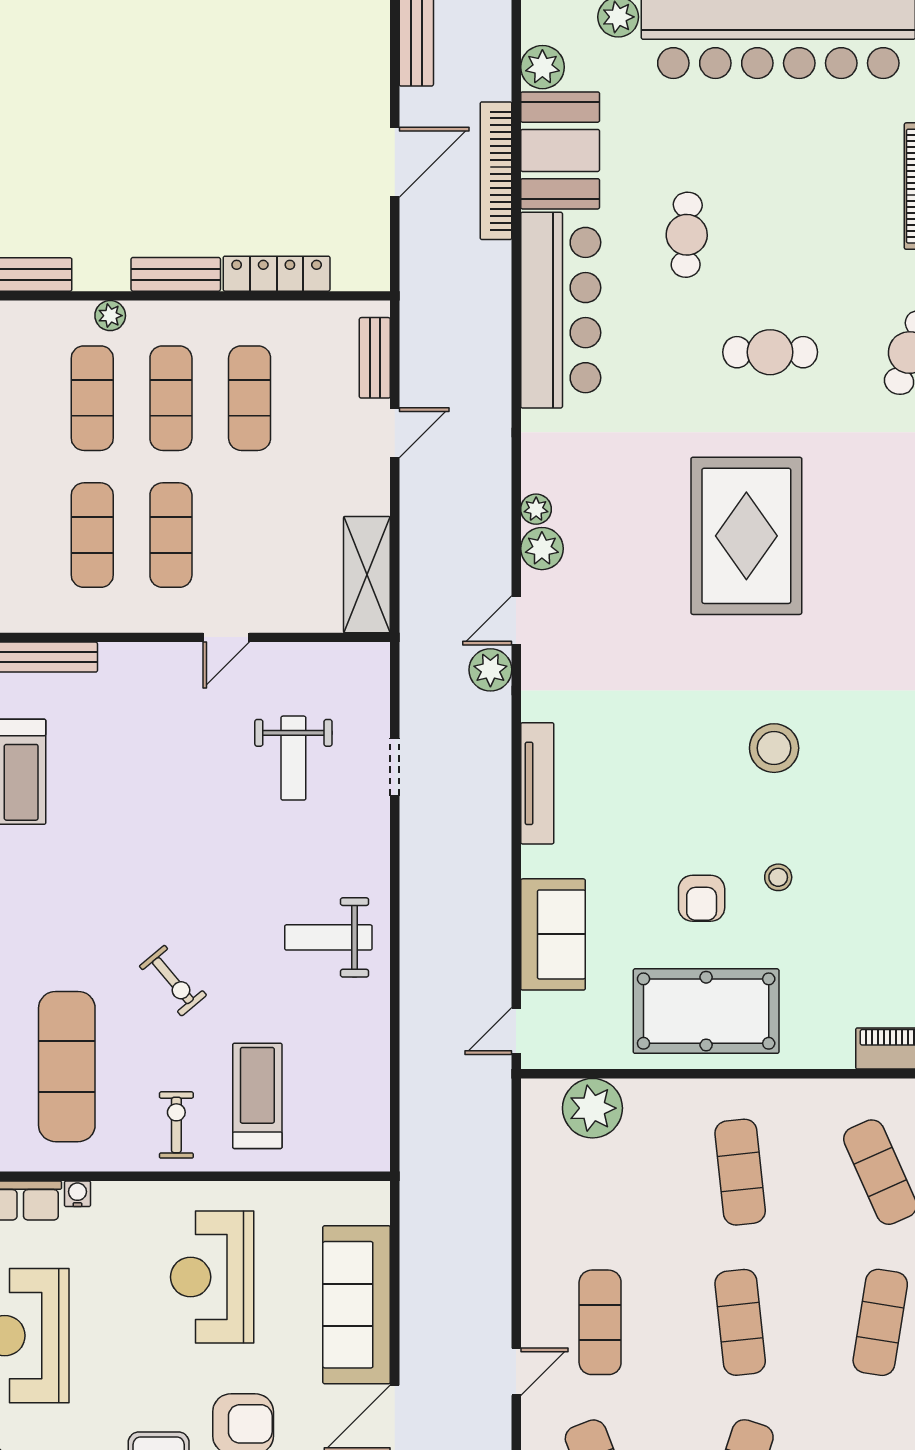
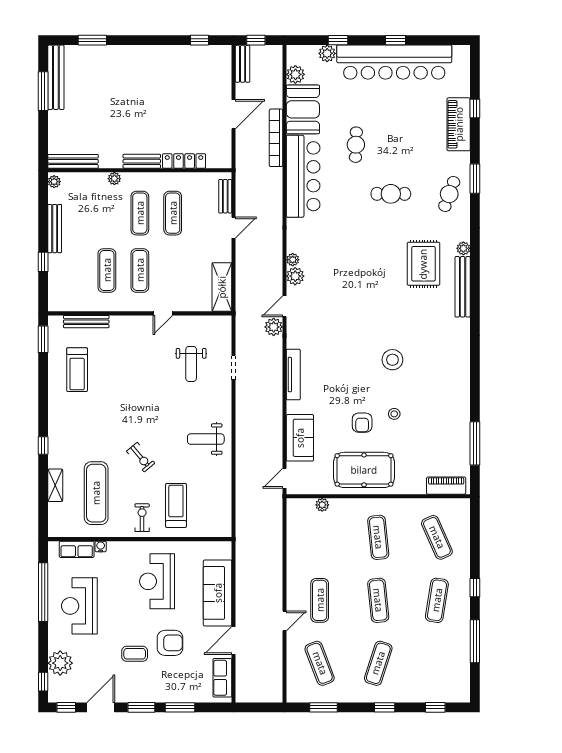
bookcase: (496, 171) -> (276, 138), moved
exercise mat: (92, 398) -> (107, 213), removed
rug: (746, 536) -> (423, 264), moved, width x0.73, depth x0.69
plant: (592, 1108) -> (322, 505), width x0.53, depth x0.53

